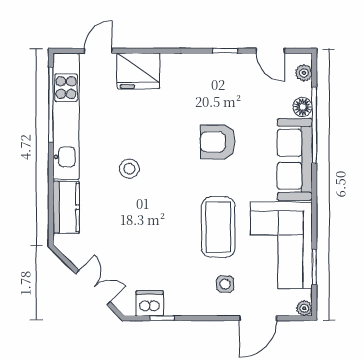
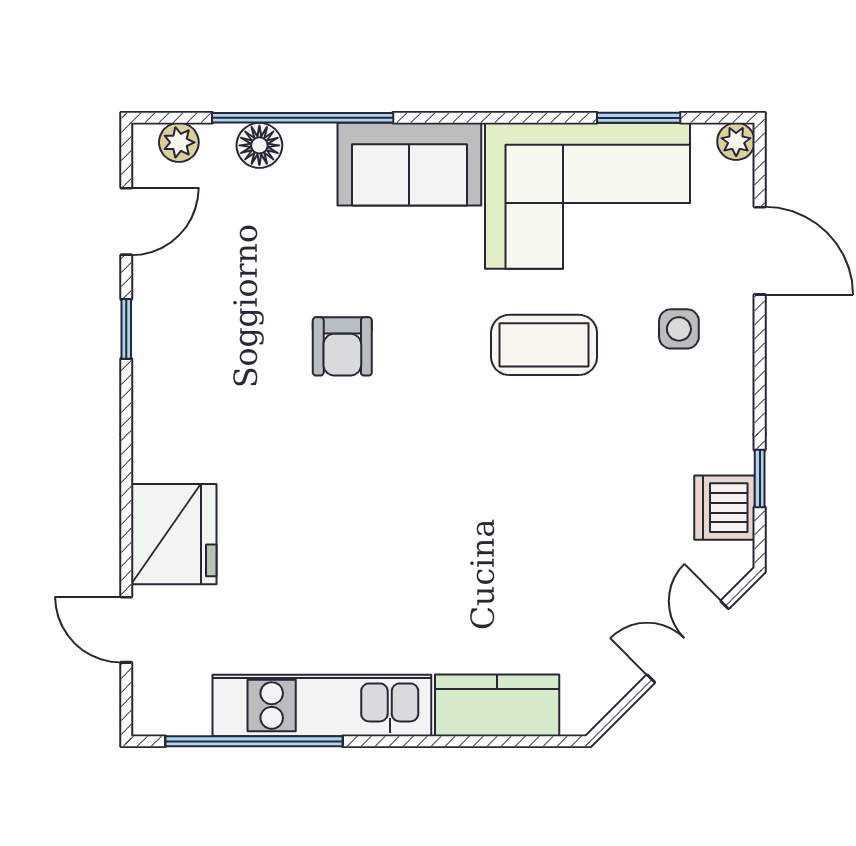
kitchen unit: (66, 117) -> (322, 706), width x0.73
armchair: (218, 142) -> (342, 346), width x0.72, depth x0.72
sofa: (295, 159) -> (409, 164), width x0.73
stool: (129, 169) -> (405, 556), removed
coffee table: (218, 227) -> (544, 345), width x0.73, depth x0.76

